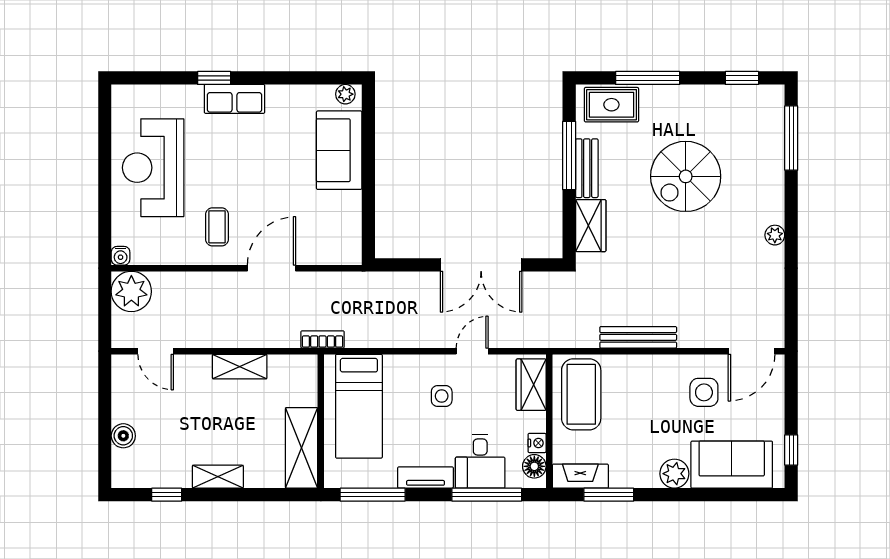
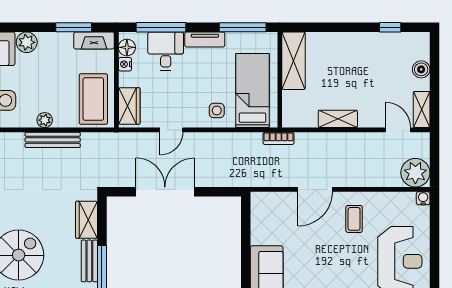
plant: (649, 365) -> (45, 120), added
side table: (442, 396) -> (217, 110), moved
shelving: (218, 477) -> (422, 109), moved, turned 90

